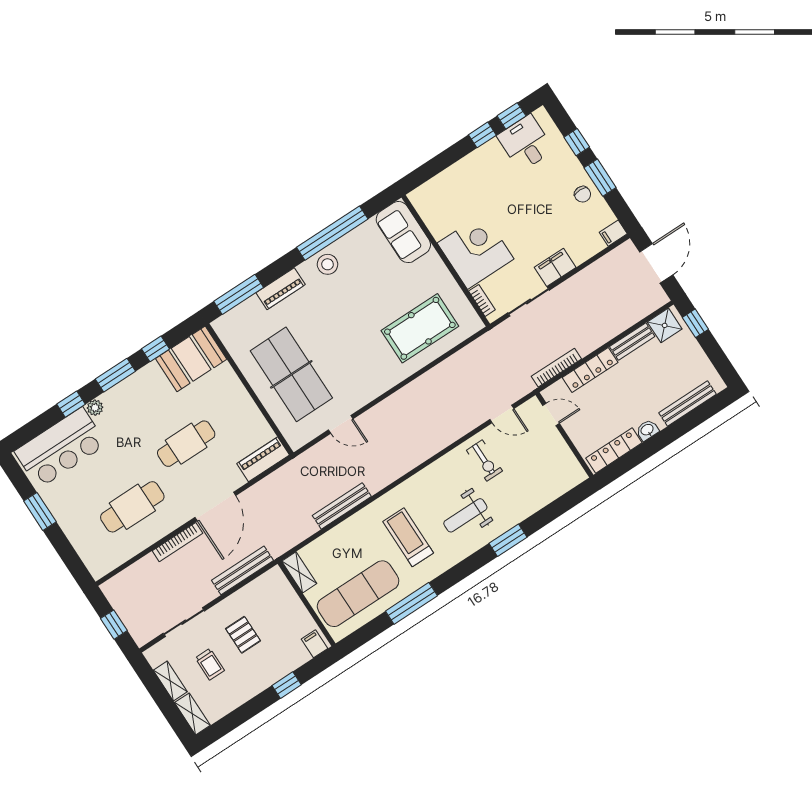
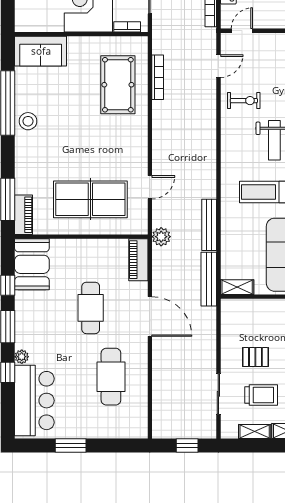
piano: (281, 289) -> (23, 215), moved
plant: (300, 467) -> (161, 237), added
bookcase: (177, 542) -> (158, 77), moved
bench: (242, 570) -> (209, 279), moved
trolley: (210, 664) -> (261, 395), width x1.36, depth x1.39

